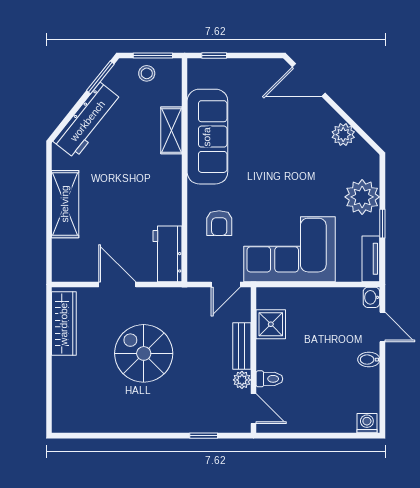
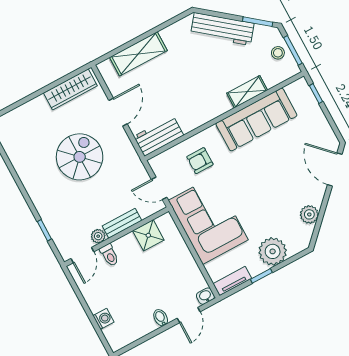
shelving: (65, 204) -> (138, 54), moved
washing machine: (367, 423) -> (103, 319), moved

